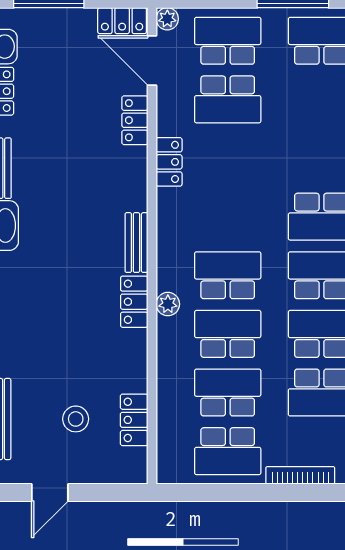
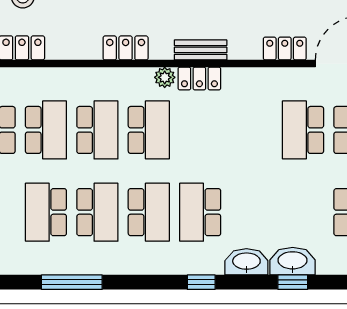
locker: (169, 162) -> (199, 79), moved
bench: (136, 243) -> (201, 50), moved
plant: (168, 304) -> (165, 77), moved

